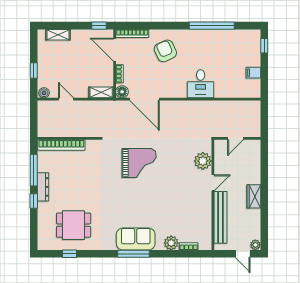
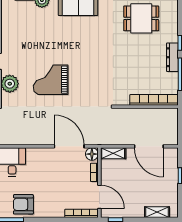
armchair: (165, 51) -> (23, 204), moved, turned 114
boiler: (44, 93) -> (171, 153), removed
door: (66, 99) -> (149, 146), width x1.88
grand piano: (139, 163) -> (51, 80), moved

